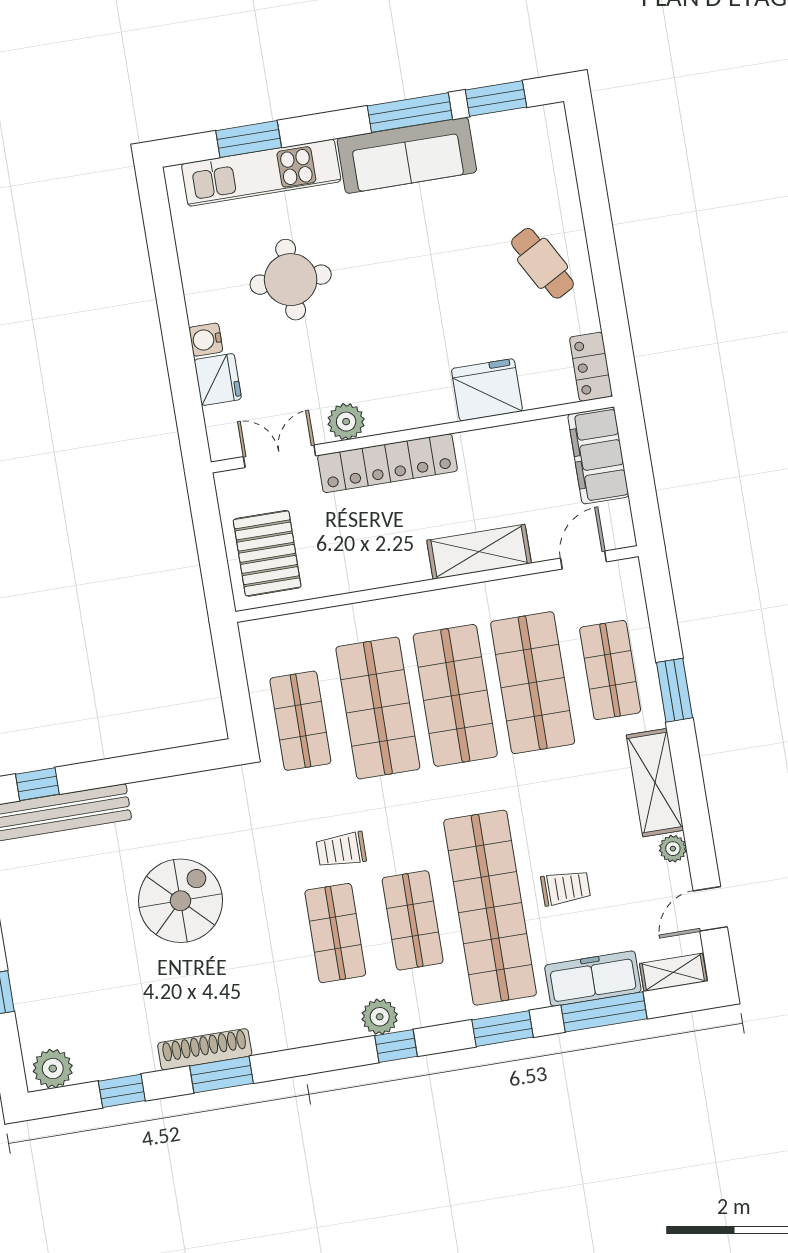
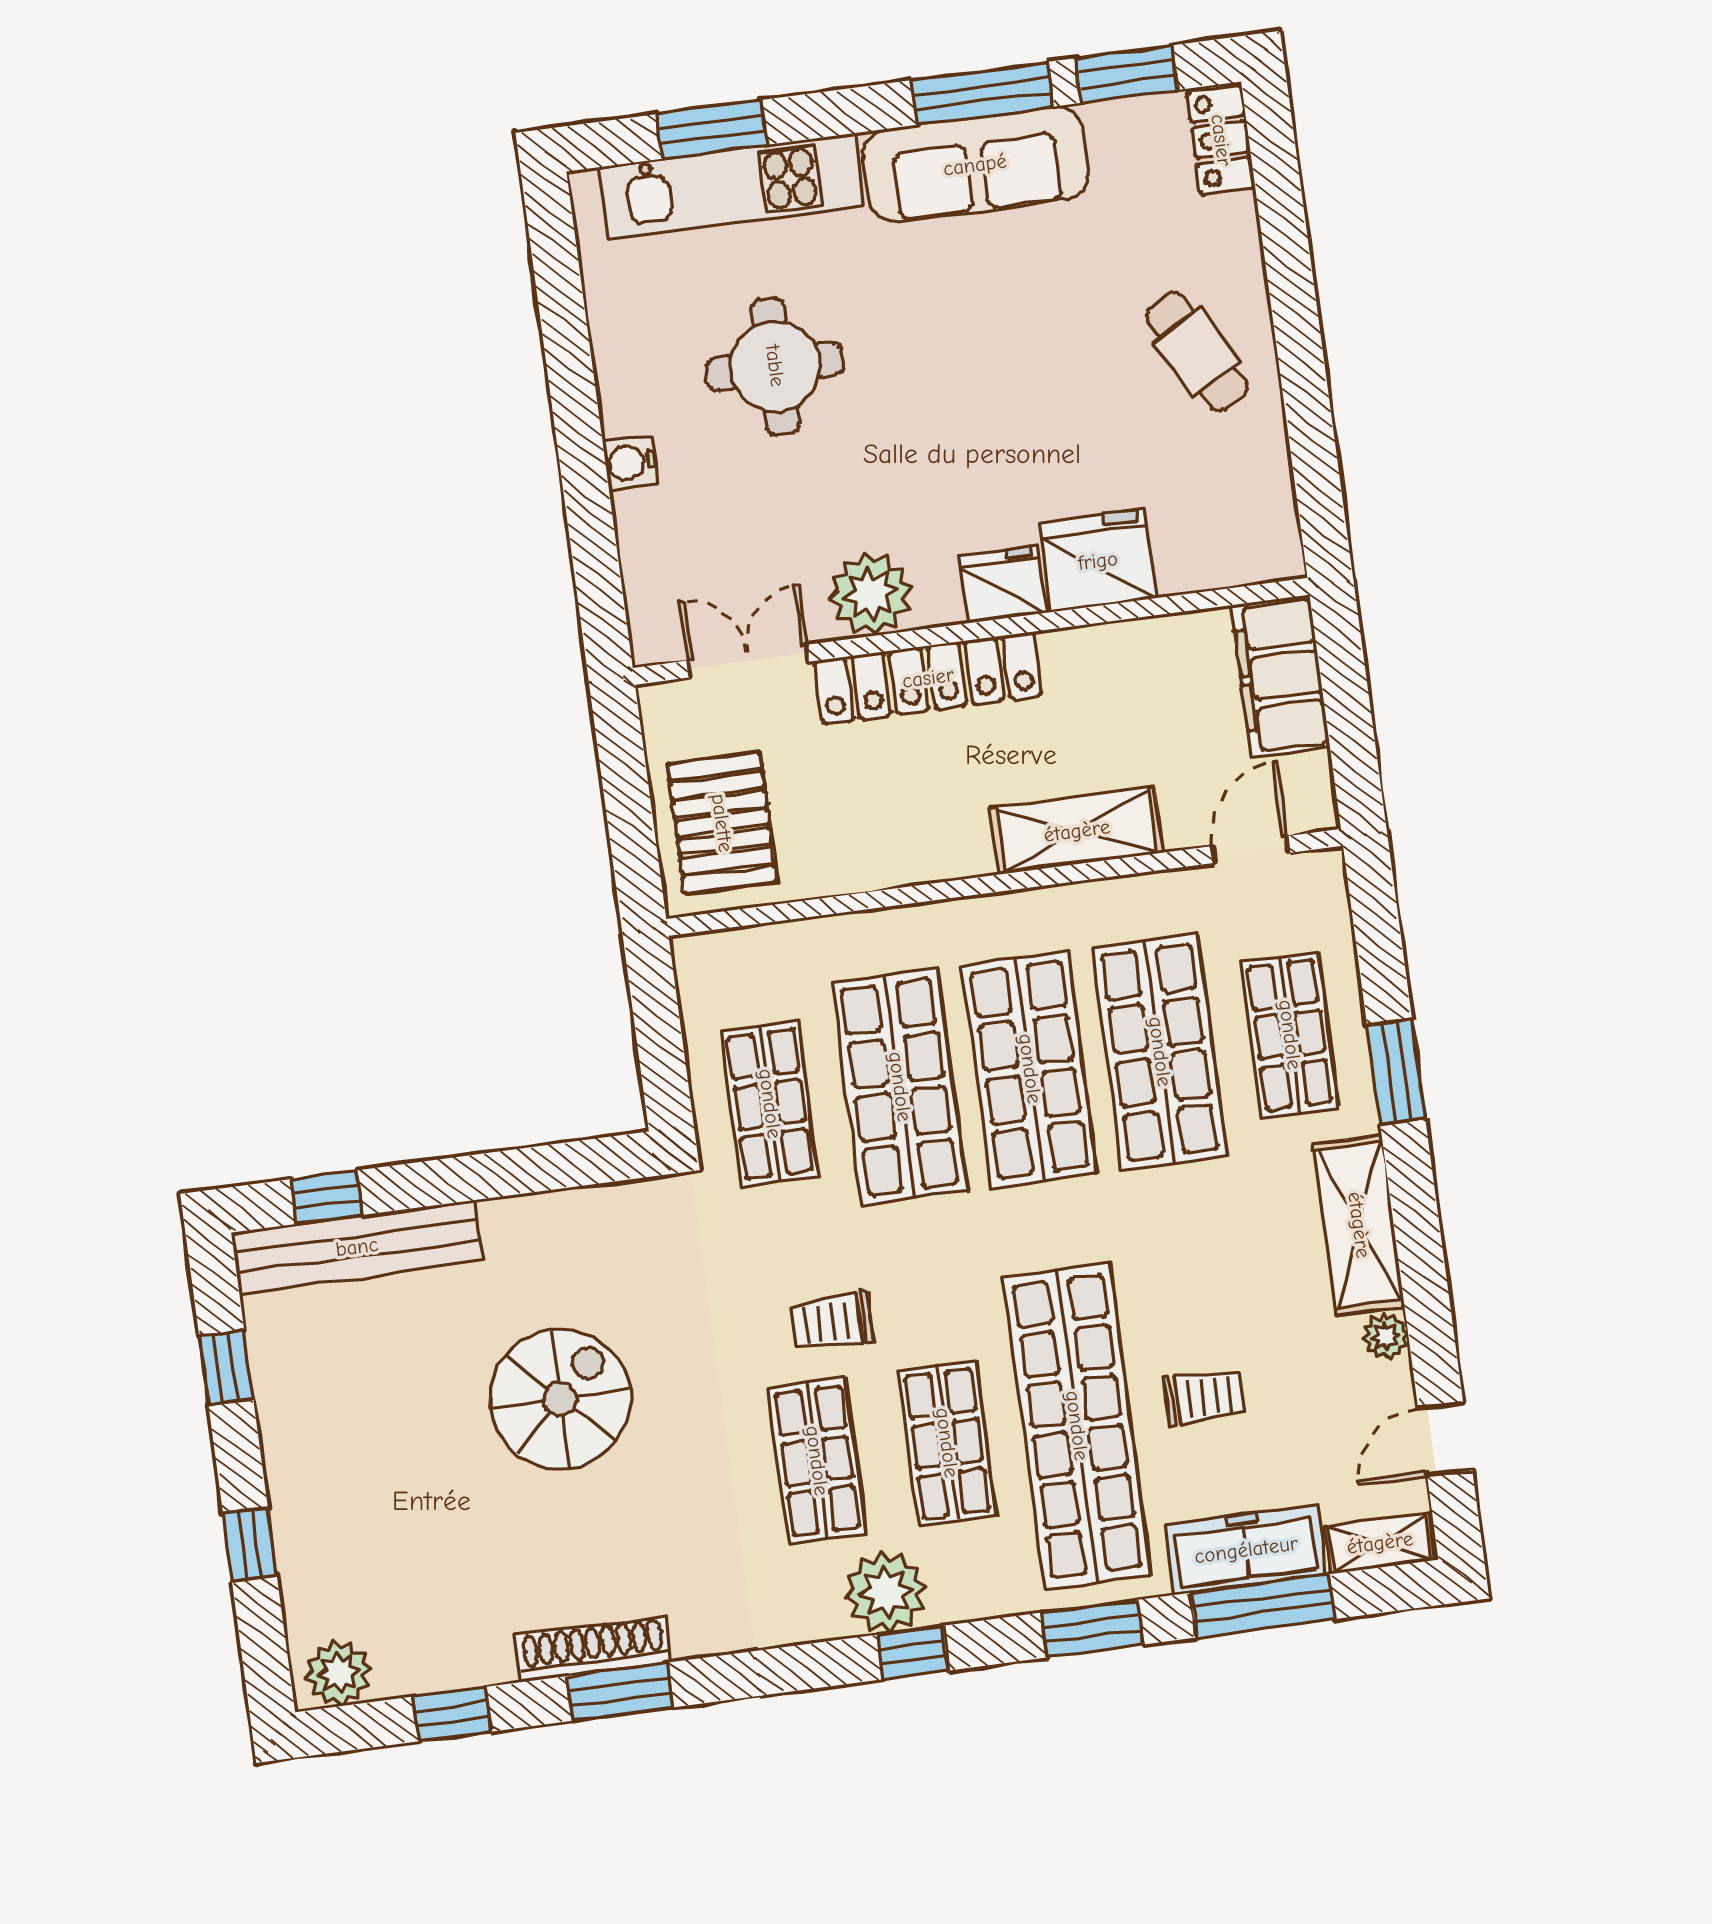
locker: (591, 367) -> (1221, 140), moved
fridge: (218, 379) -> (1003, 584), moved, turned -90
plant: (346, 422) -> (870, 594), width x1.36, depth x1.36
plant: (380, 1017) -> (886, 1592), width x1.36, depth x1.36

